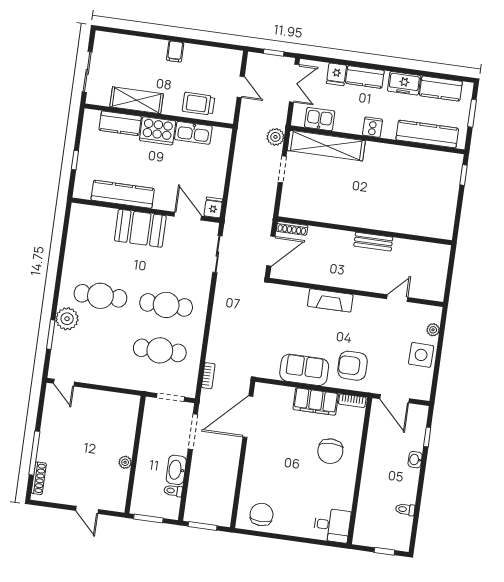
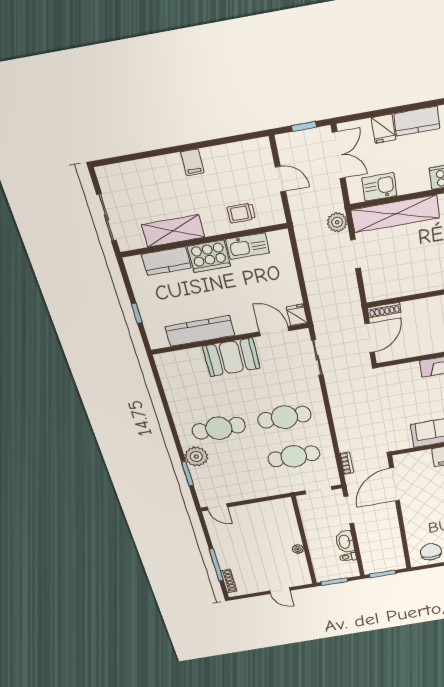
trolley: (199, 104) -> (241, 213), width x0.73, depth x0.72

